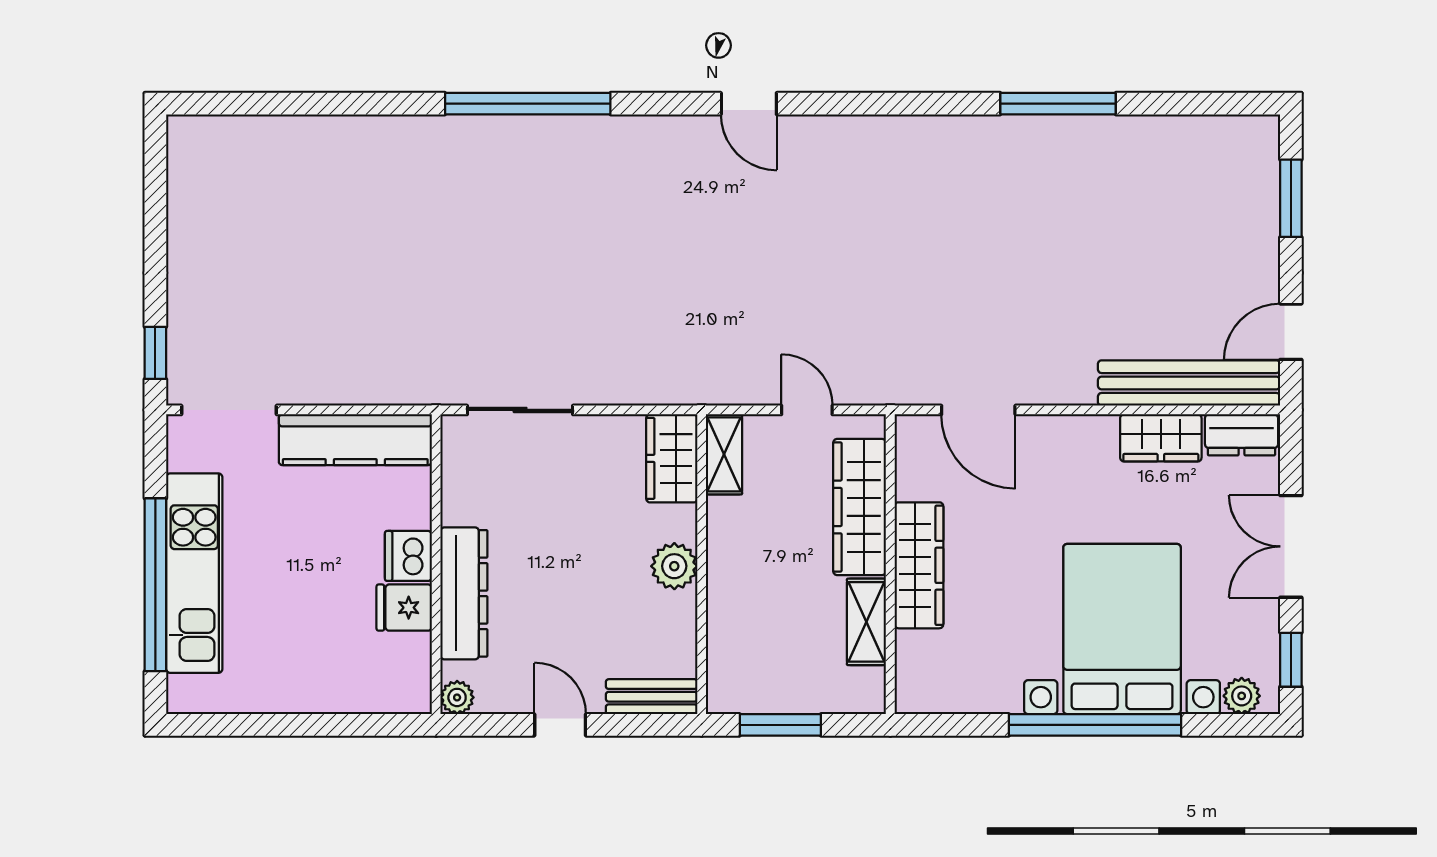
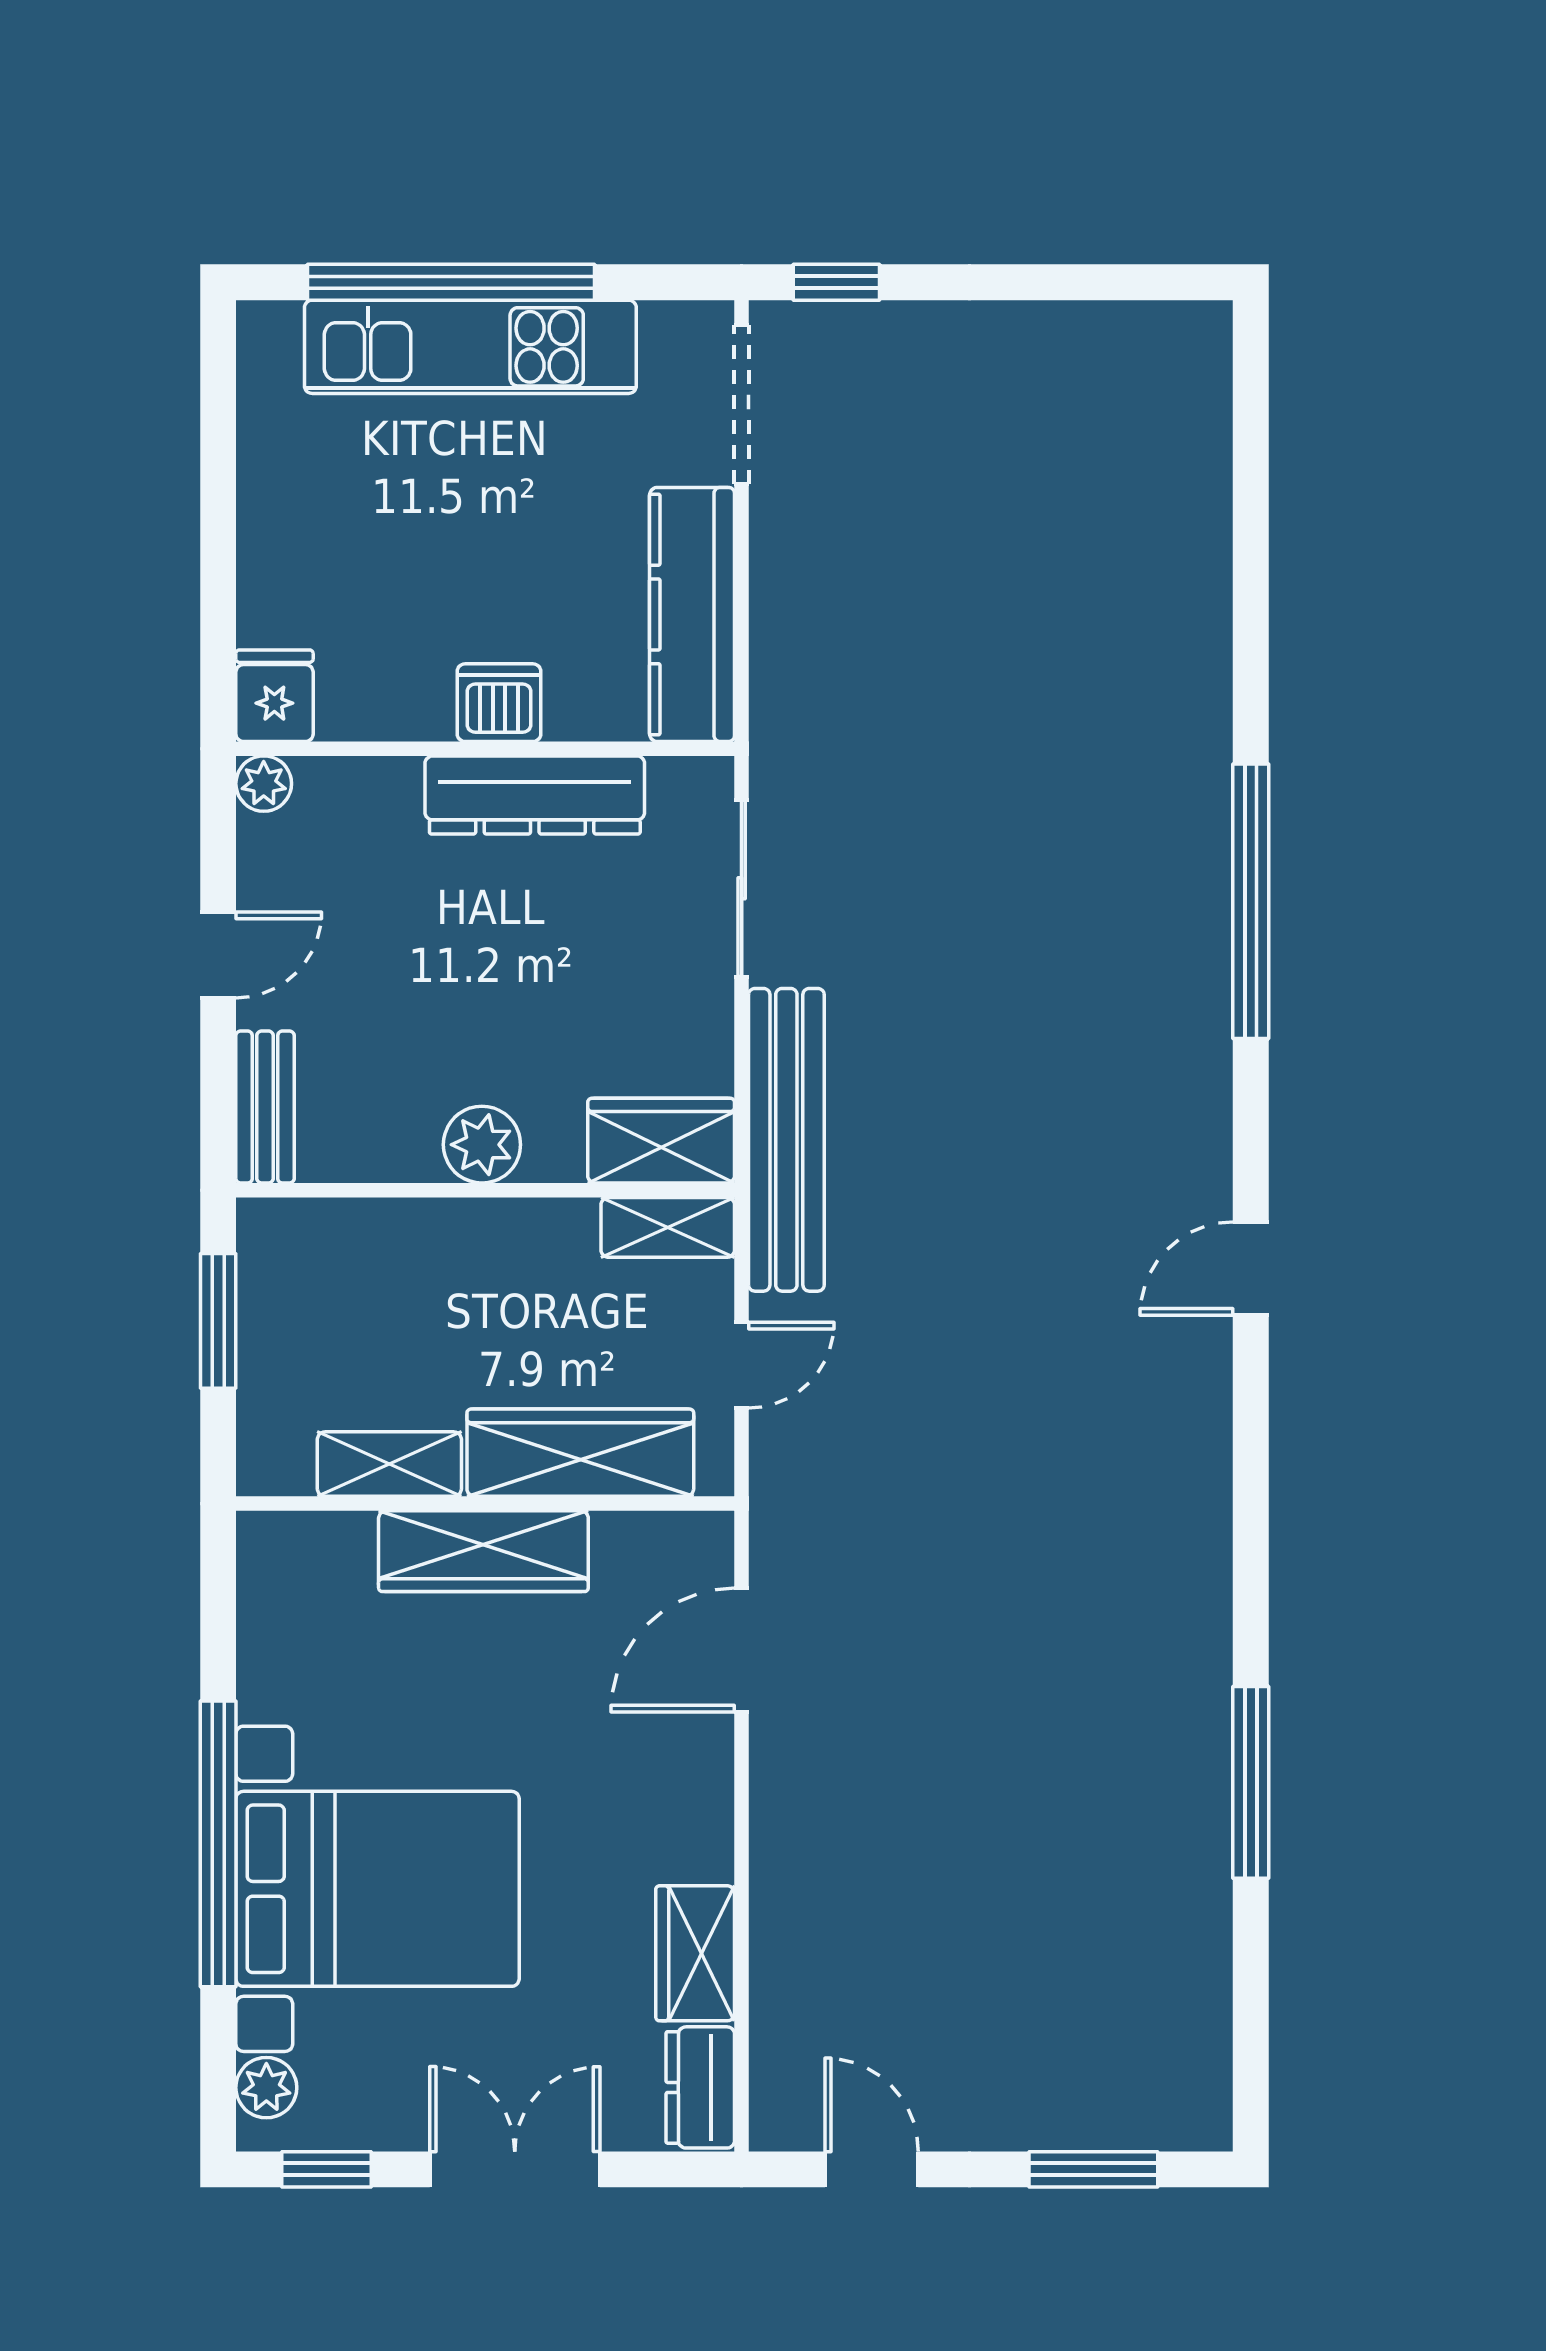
bench: (1189, 383) -> (786, 1140), moved
dresser: (464, 593) -> (535, 795), moved
fridge: (404, 608) -> (274, 696), moved

